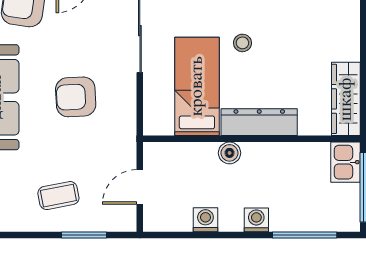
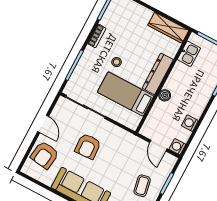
armchair: (76, 97) -> (88, 146), moved
kitchen sink: (345, 162) -> (189, 54), moved, turned -90
washing machine: (256, 220) -> (177, 147), moved

